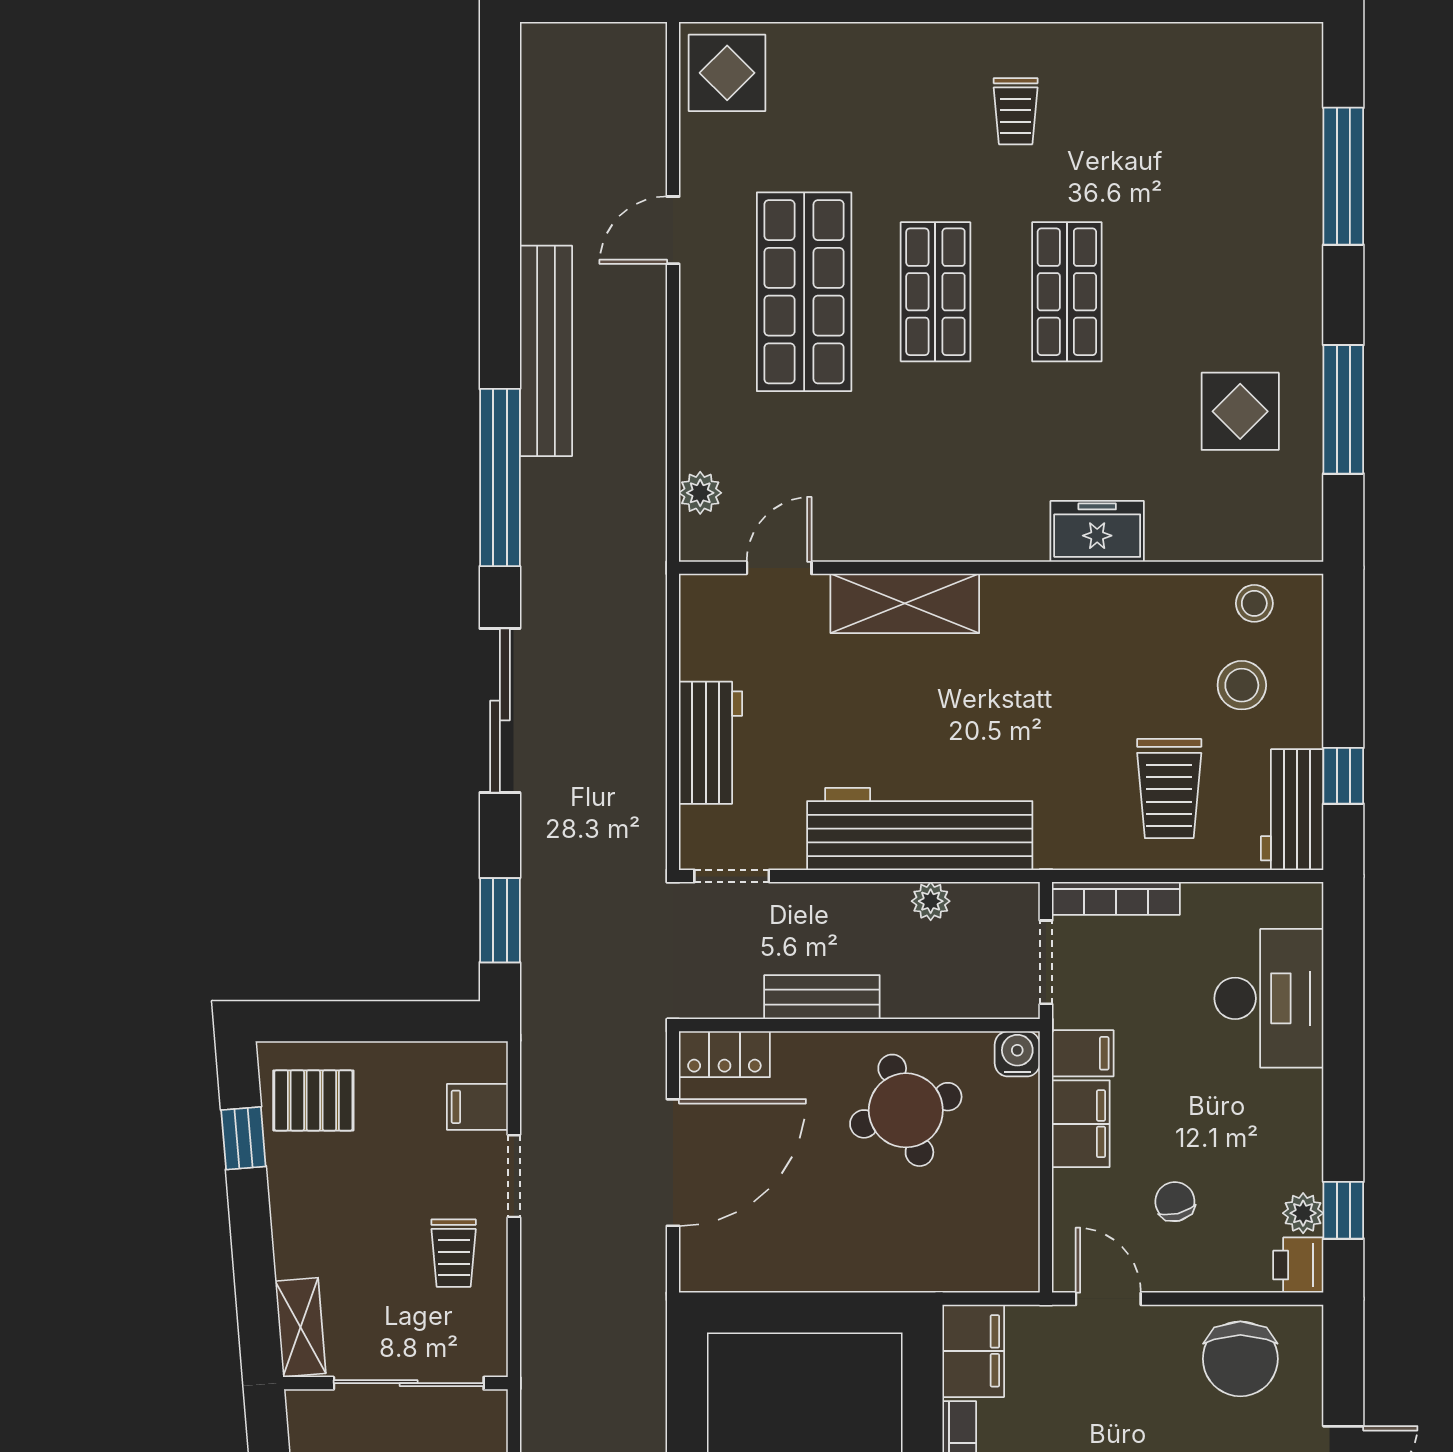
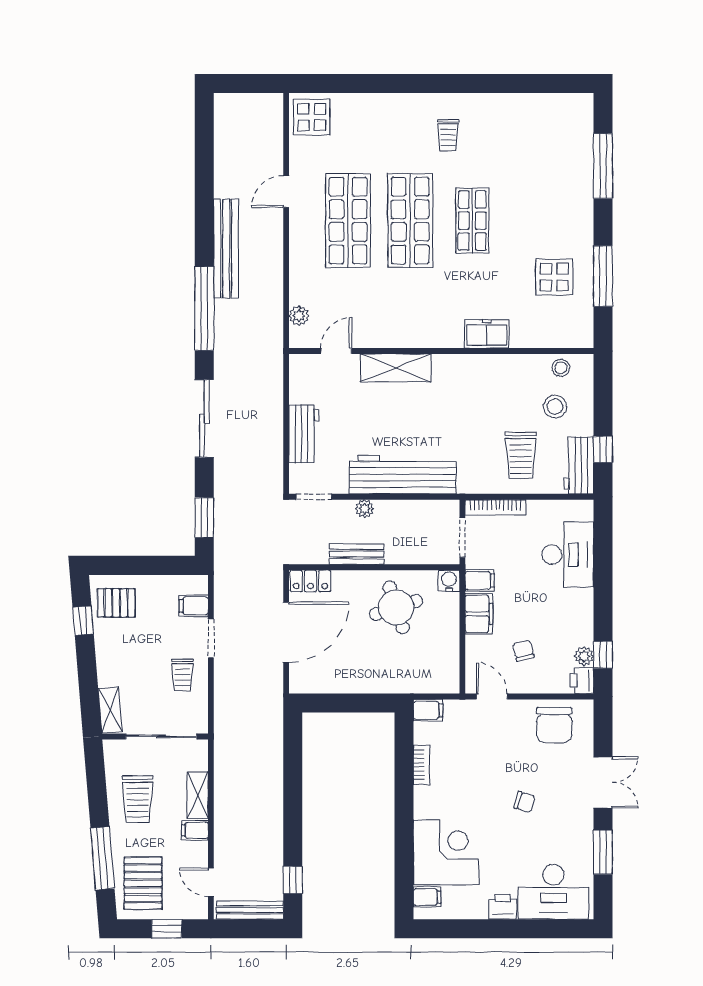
shop shelf: (935, 292) -> (410, 221), width x1.43, depth x1.36
plant: (931, 901) -> (365, 509), moved
filing cabinet: (973, 1351) -> (428, 710), width x0.50

